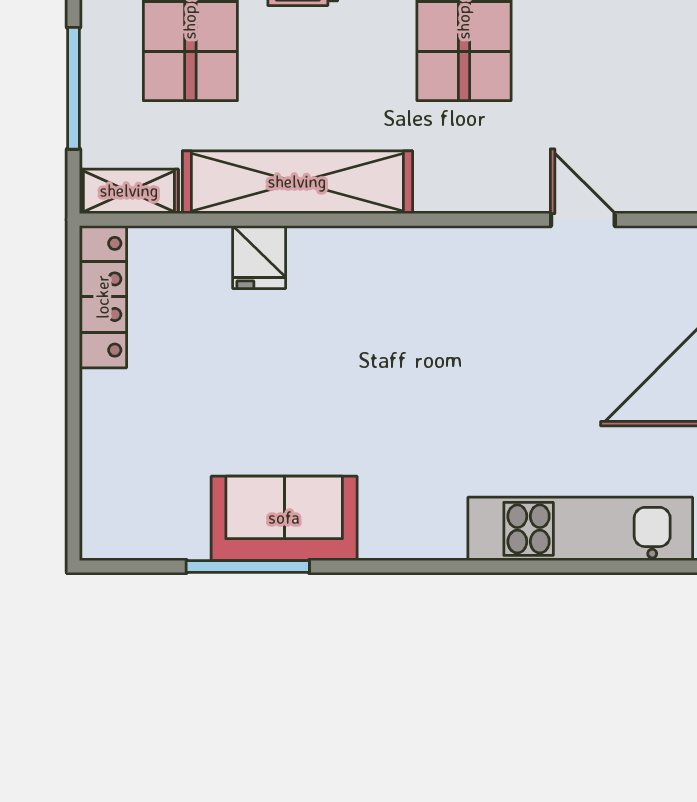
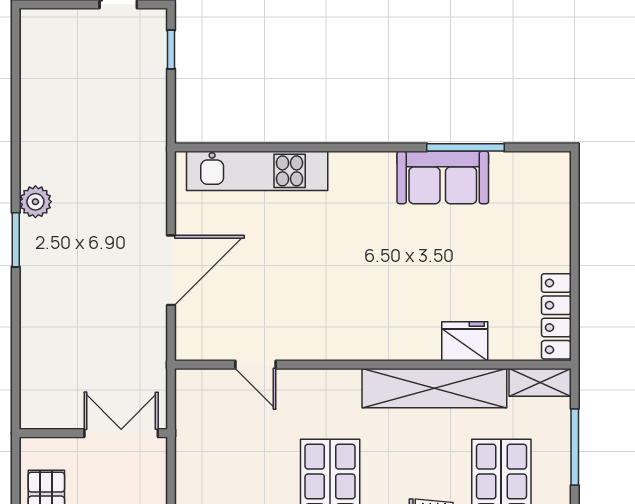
fridge: (259, 257) -> (465, 341), width x1.38

